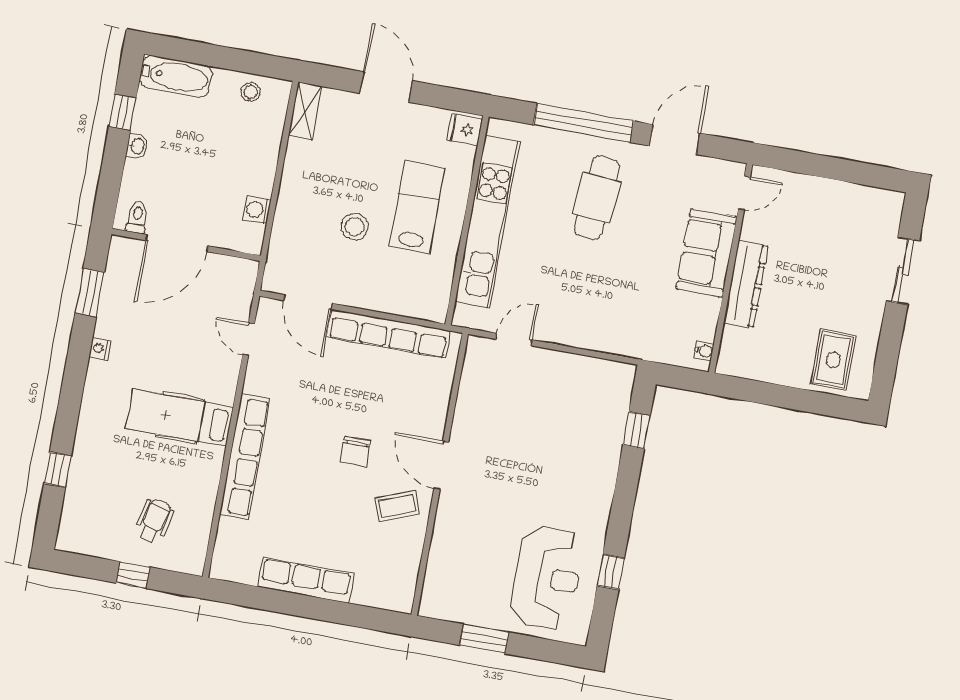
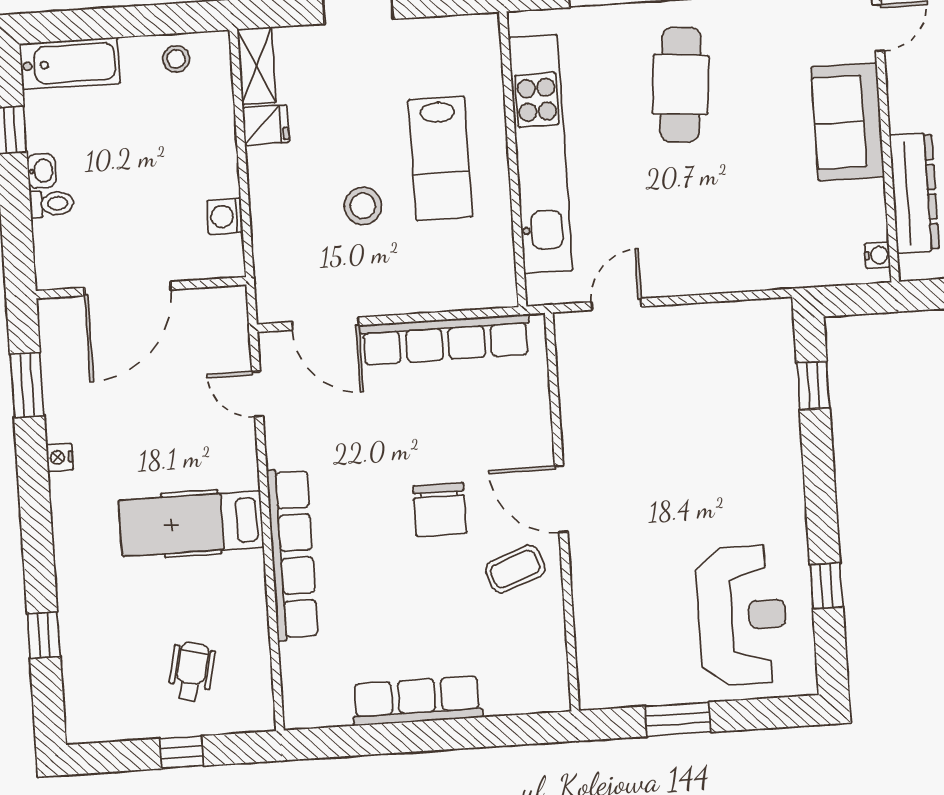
fridge: (464, 129) -> (266, 125), moved, turned 180
lab bench: (417, 207) -> (440, 158), turned 180
toilet: (137, 217) -> (52, 204), moved, turned 90
dresser: (746, 284) -> (914, 193), moved
chair: (355, 451) -> (440, 509), width x1.37, depth x1.37

